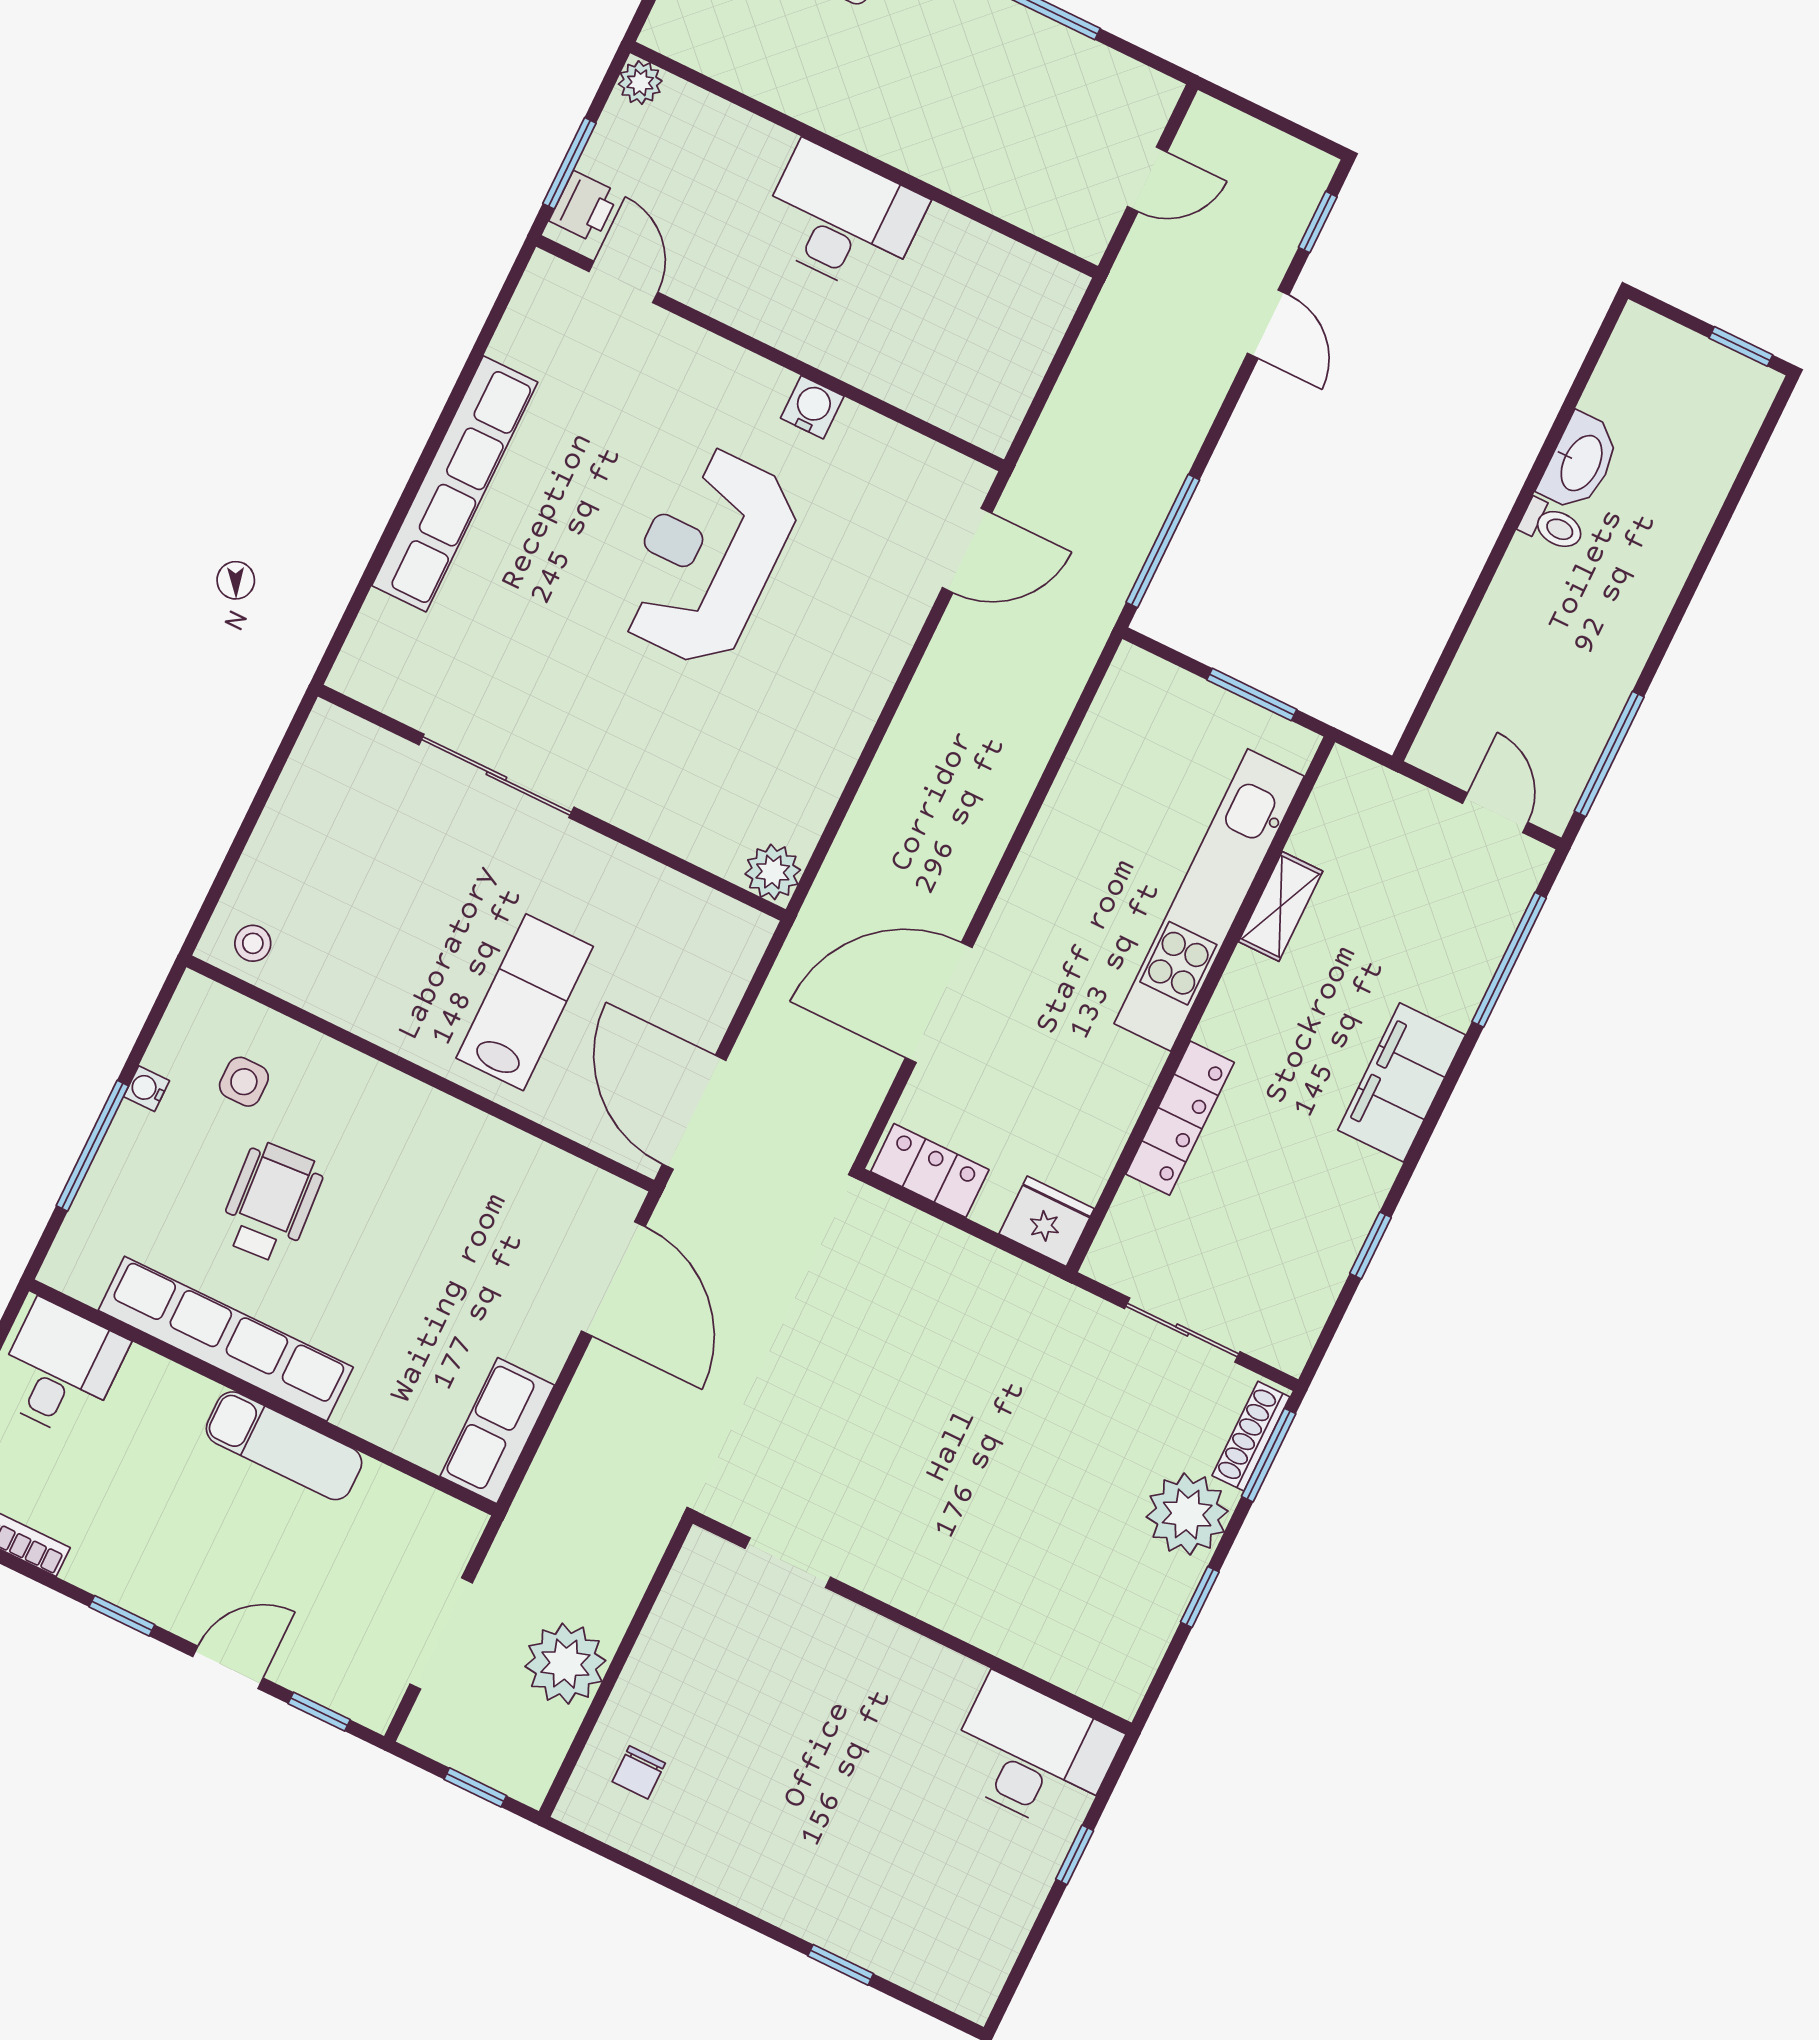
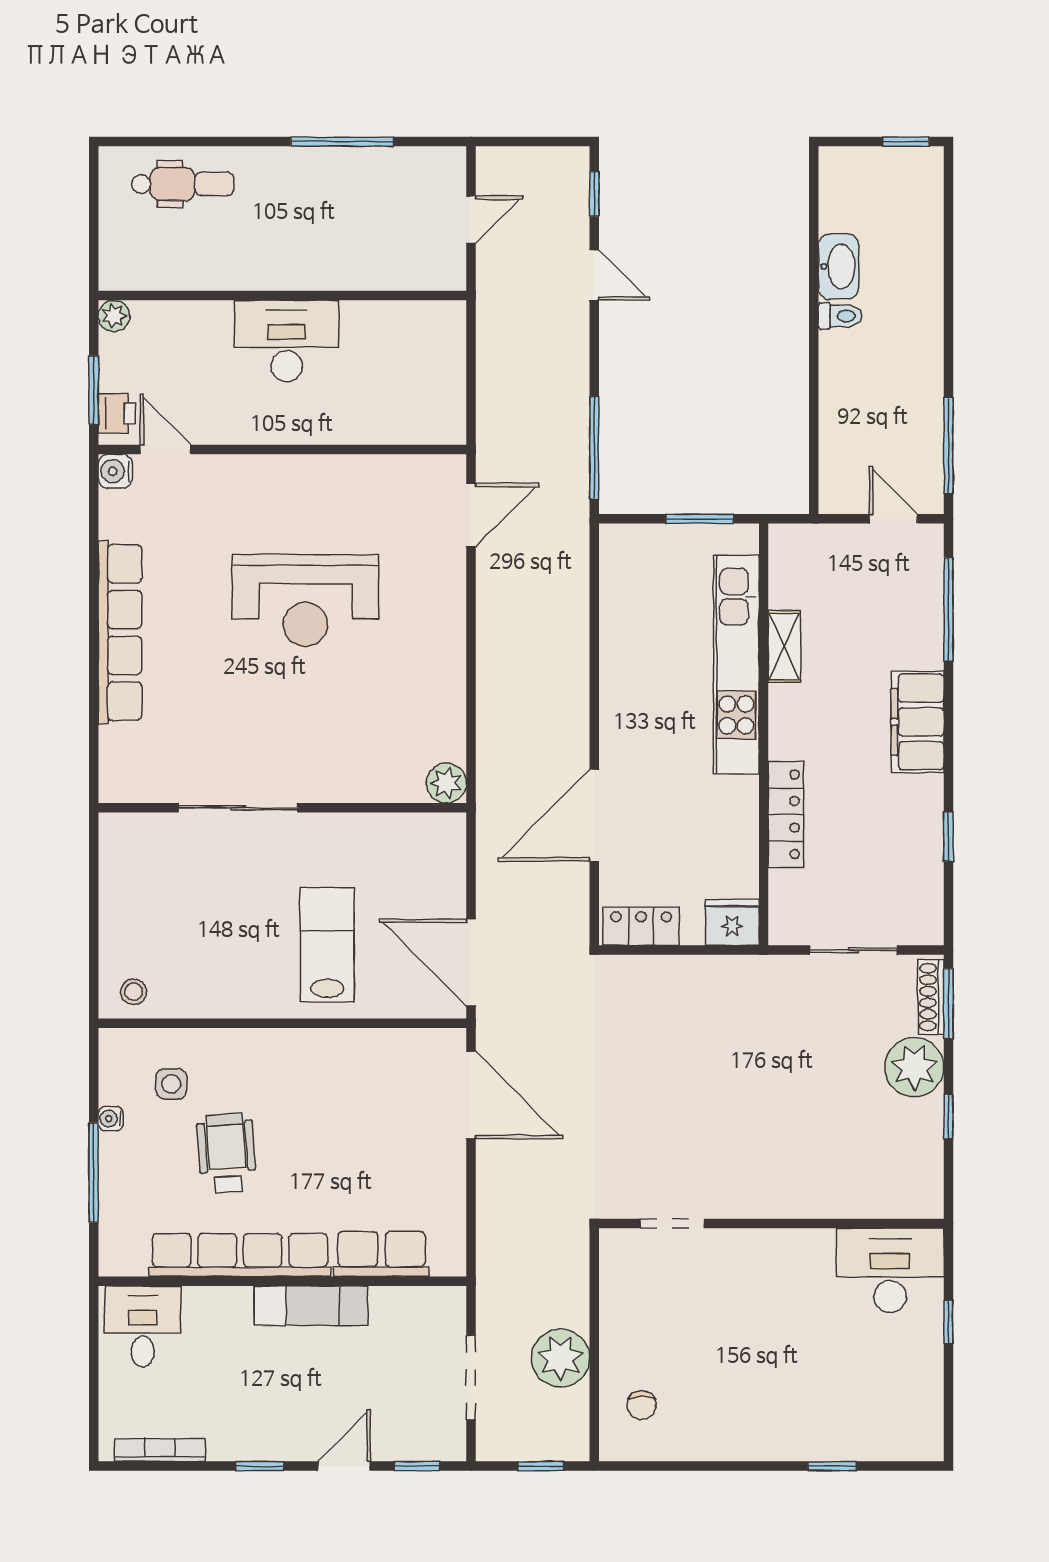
water cooler: (812, 407) -> (115, 471), moved, turned -90
reception desk: (707, 557) -> (305, 600), turned -90
row of seats: (497, 1431) -> (381, 1254), moved, turned 90

